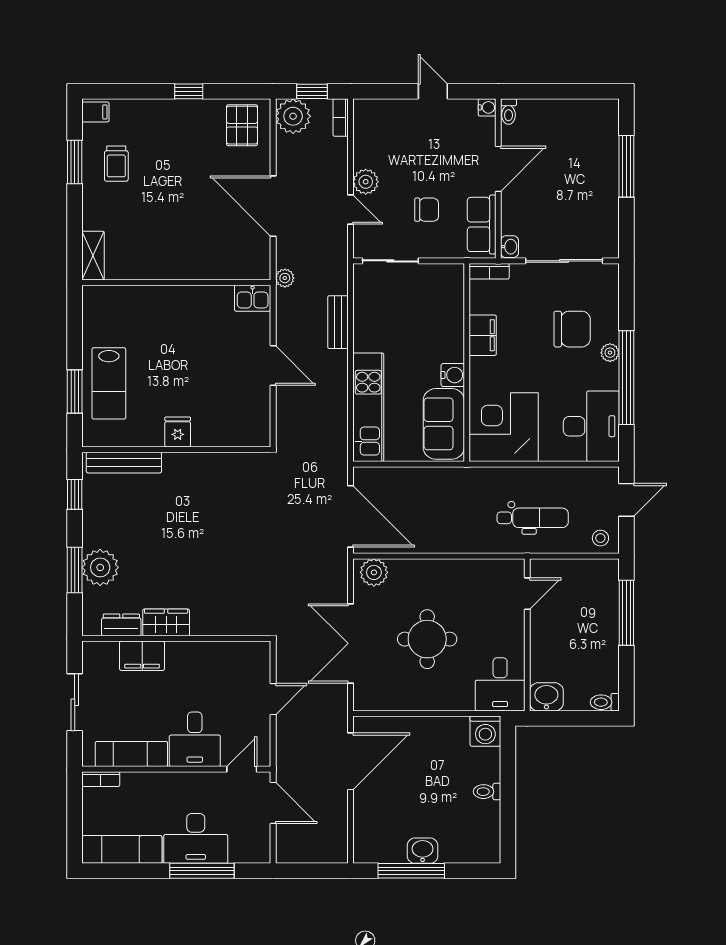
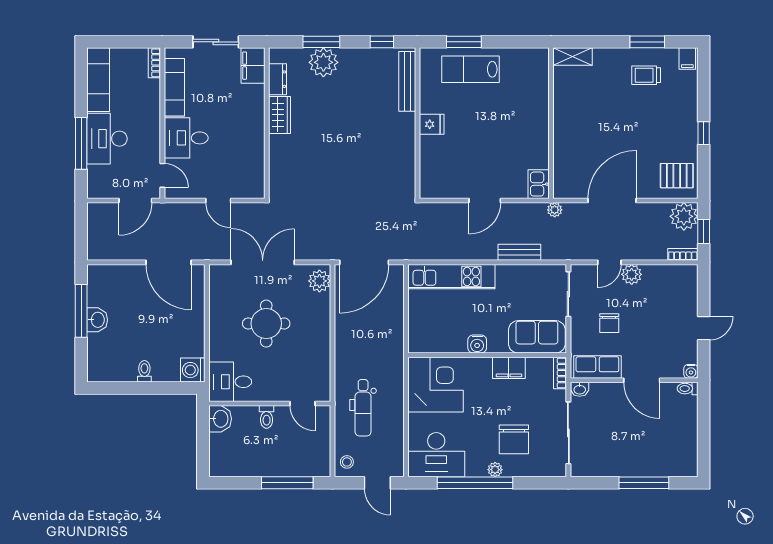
sofa: (444, 424) -> (537, 337), moved
filing cabinet: (142, 656) -> (253, 66), moved
toilet: (605, 702) -> (267, 417), moved, turned 180

